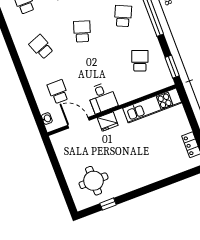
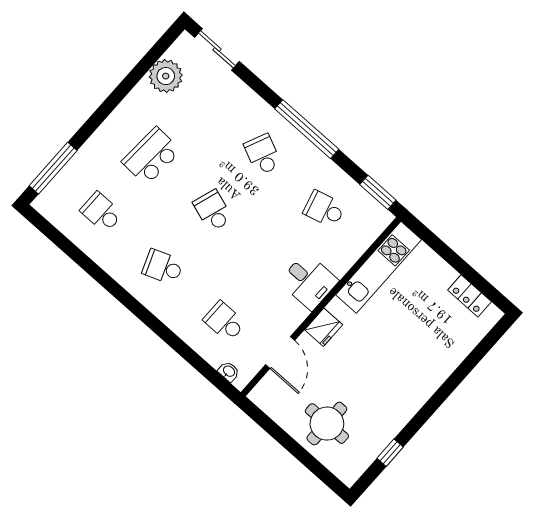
school desk: (140, 61) -> (324, 209), turned -36
desk: (102, 98) -> (309, 281), moved
door: (78, 123) -> (280, 353), swing flipped
round table: (94, 181) -> (327, 424), moved

